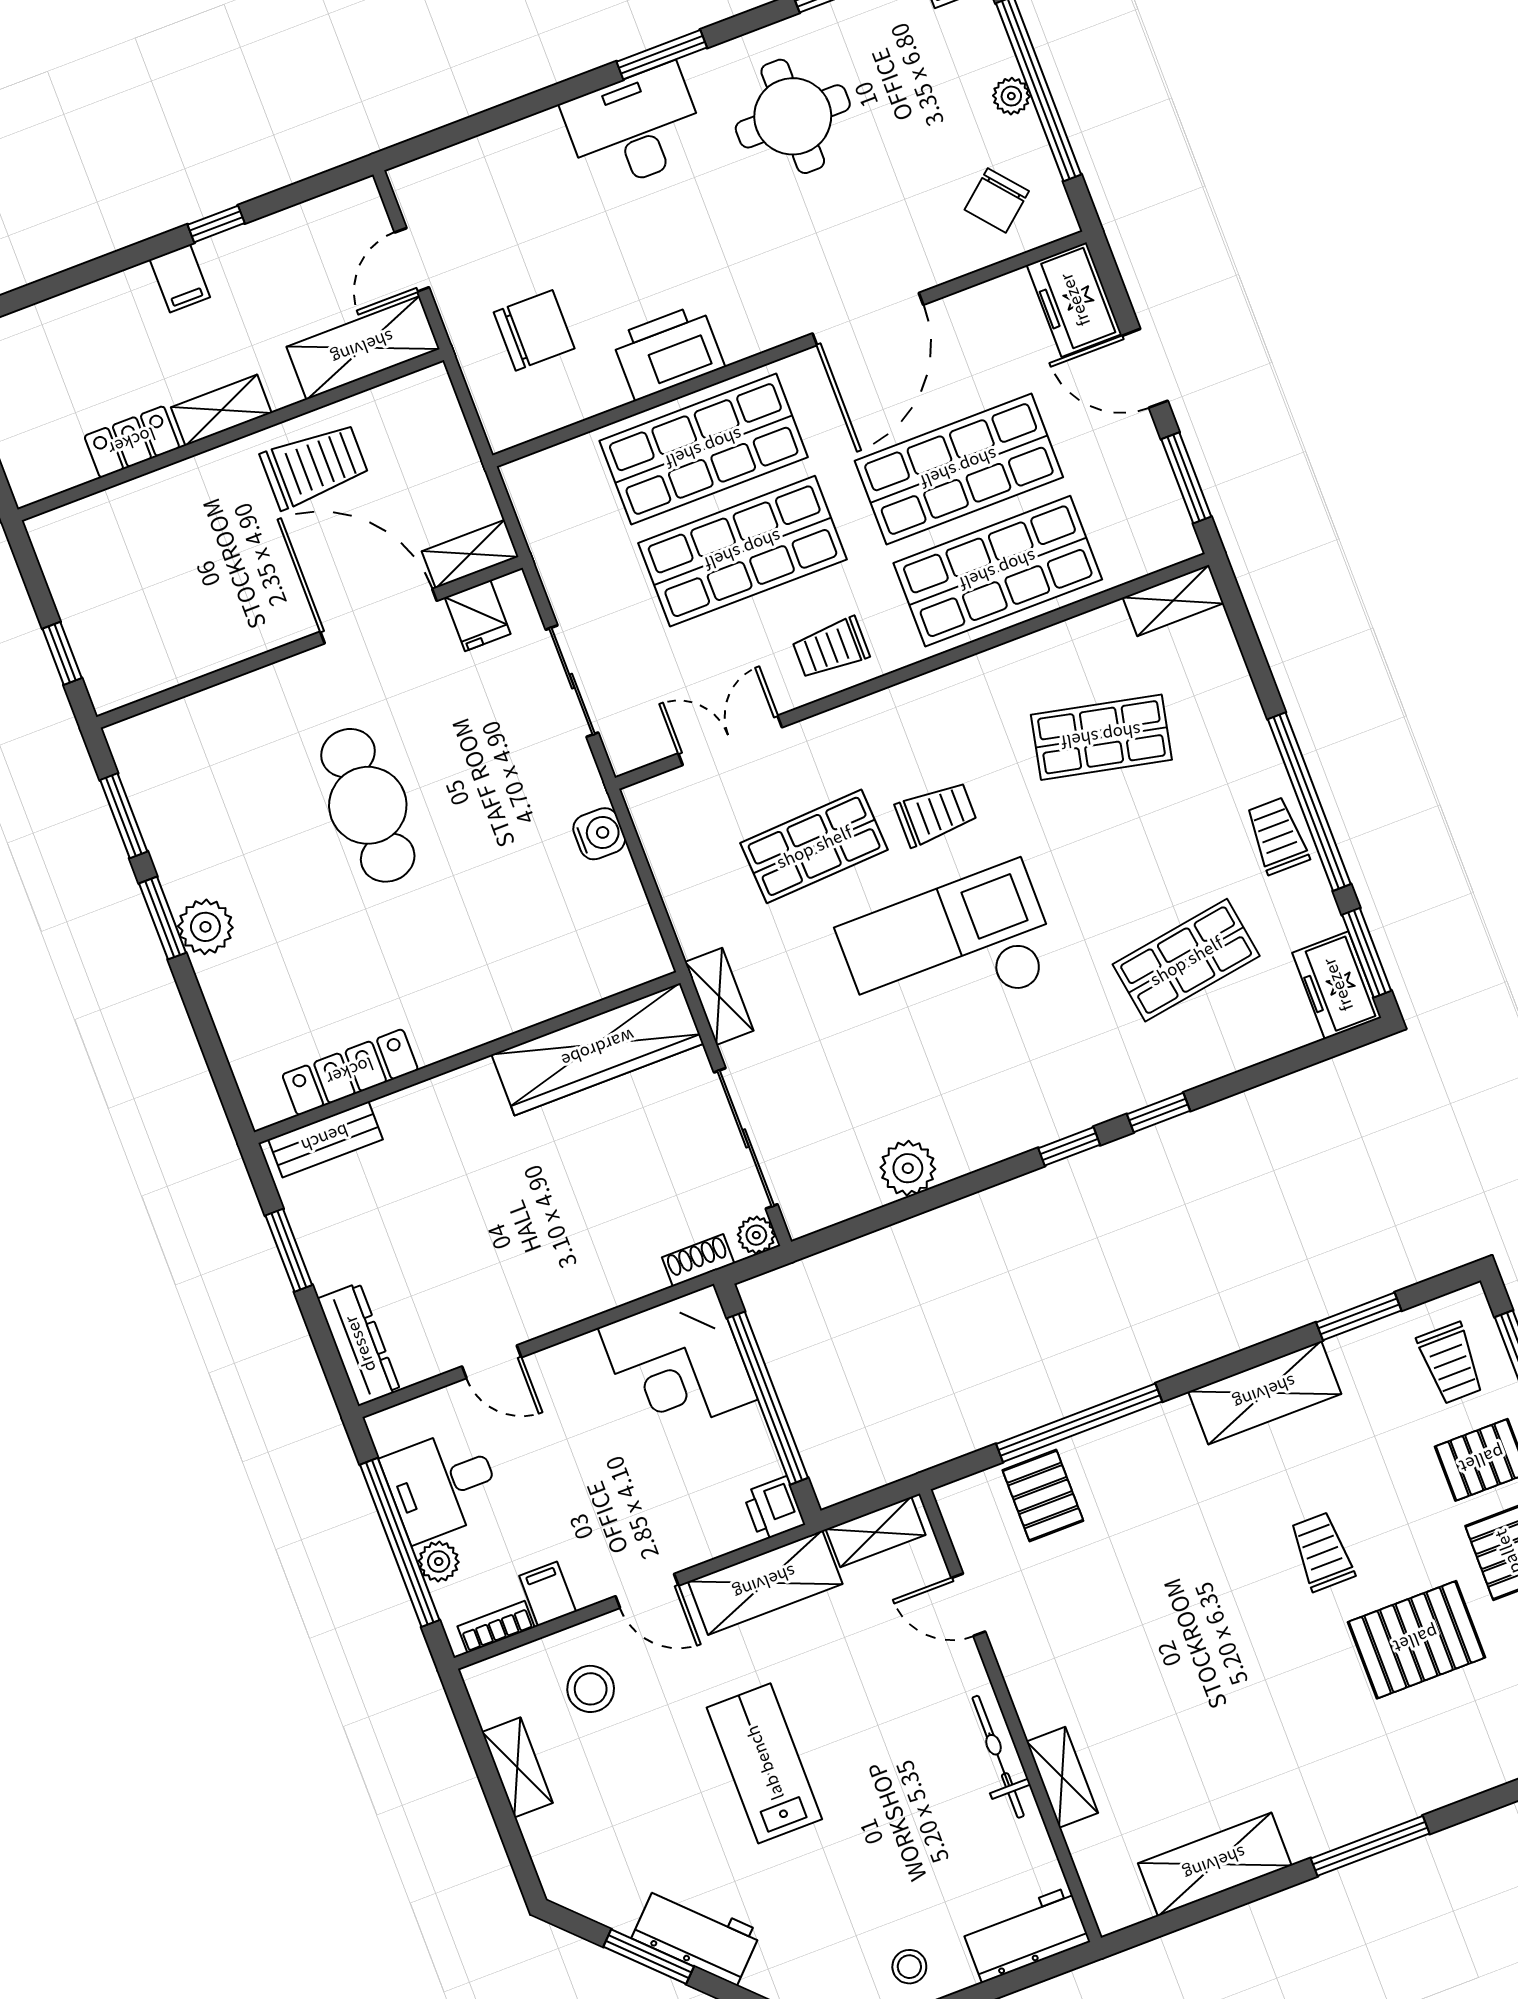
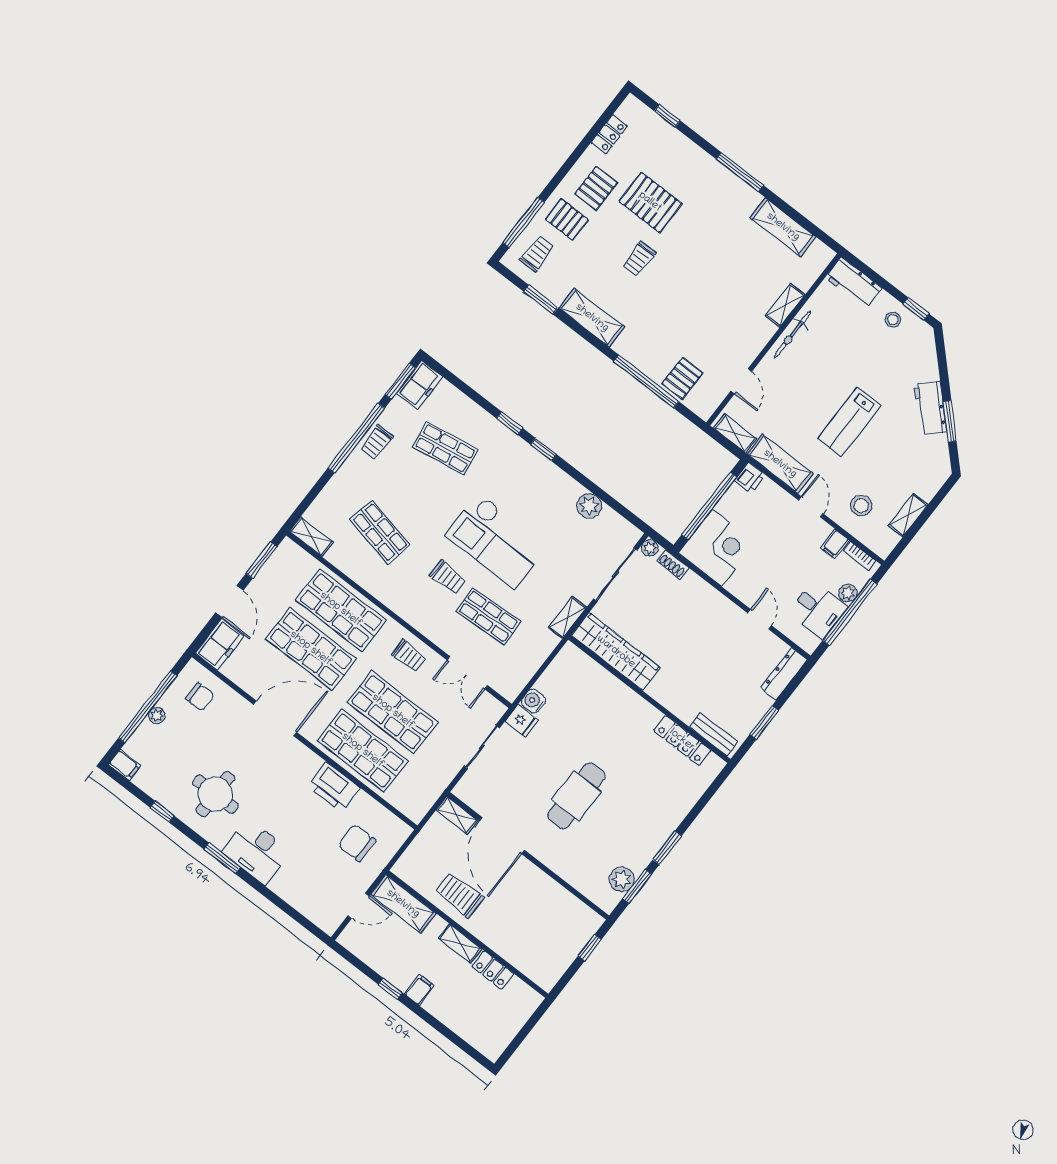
chair: (997, 200) -> (200, 697), turned 40
fridge: (478, 616) -> (522, 721), moved, turned 90
trolley: (936, 814) -> (448, 577), turned 180
plant: (205, 927) -> (622, 879), moved

